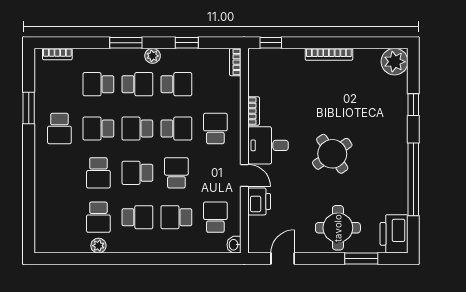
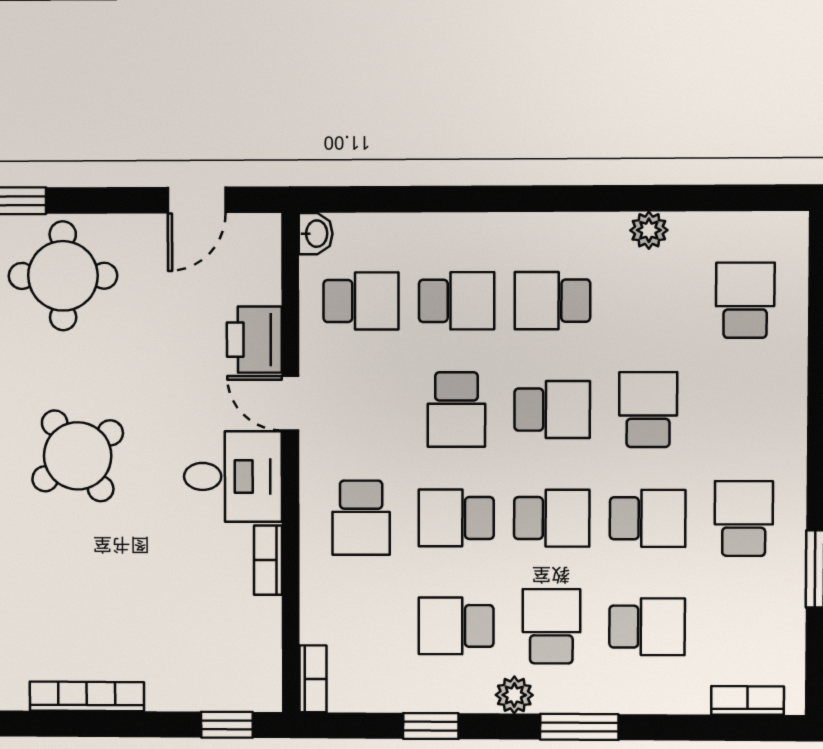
school desk: (137, 84) -> (551, 626), turned 90
school desk: (98, 217) -> (745, 300), moved
school desk: (215, 217) -> (361, 301), turned -90

